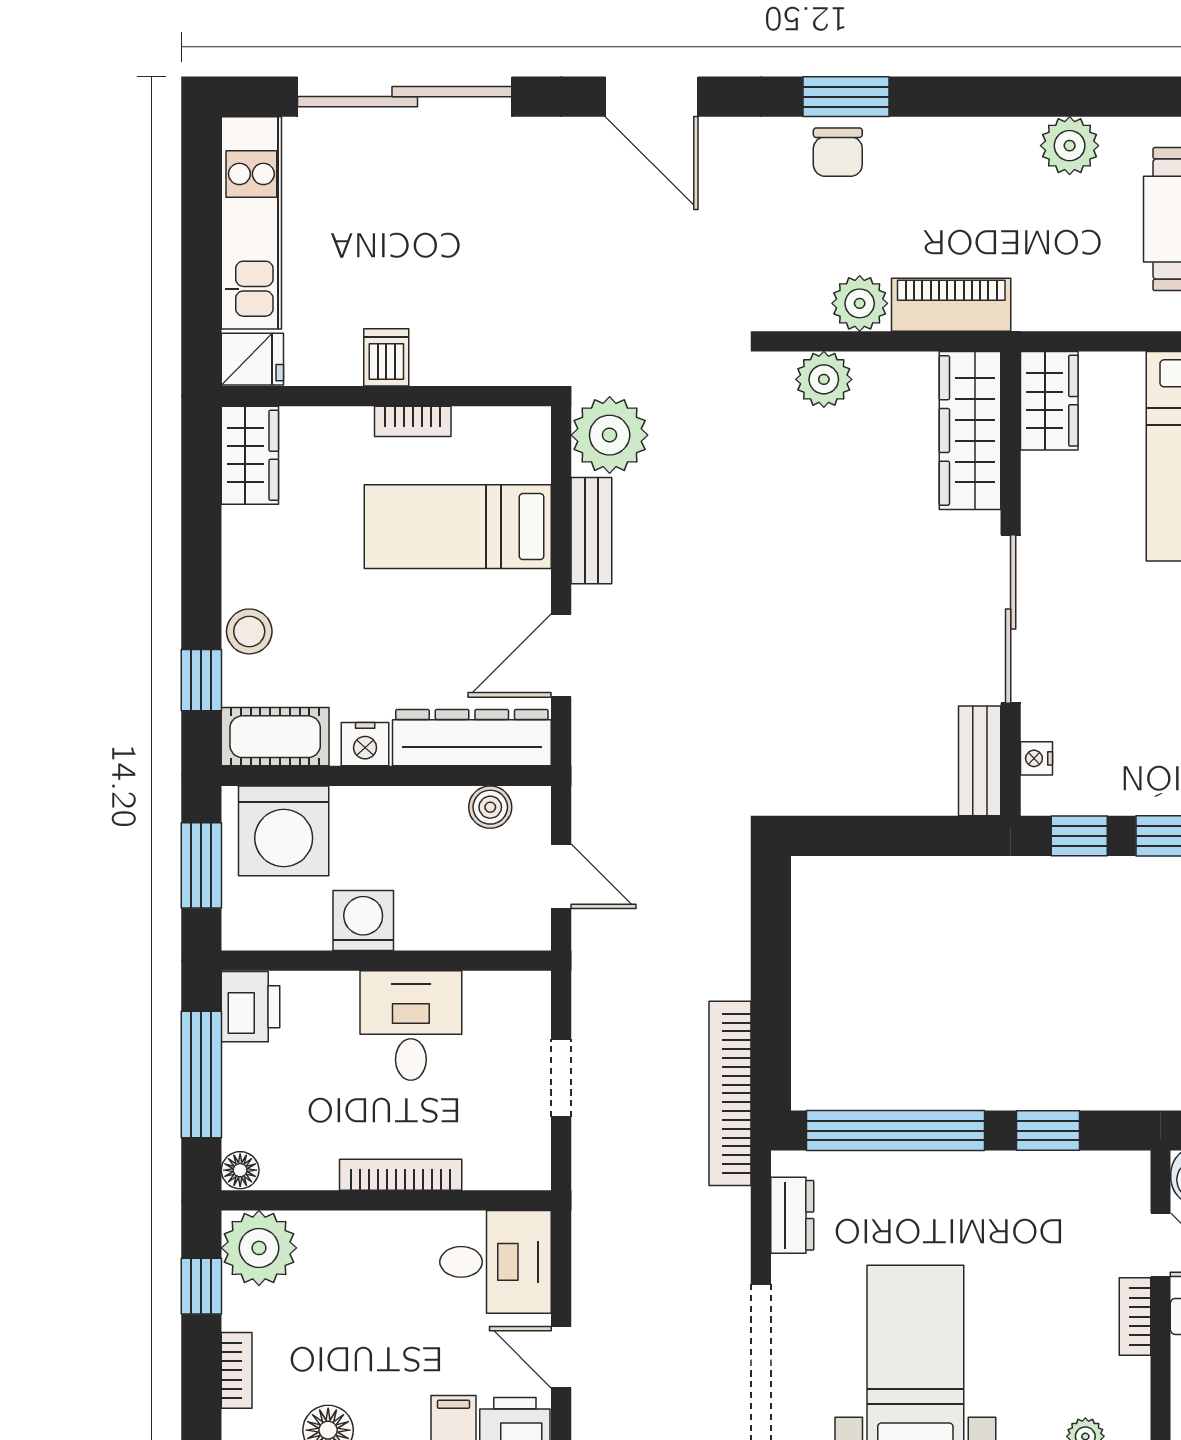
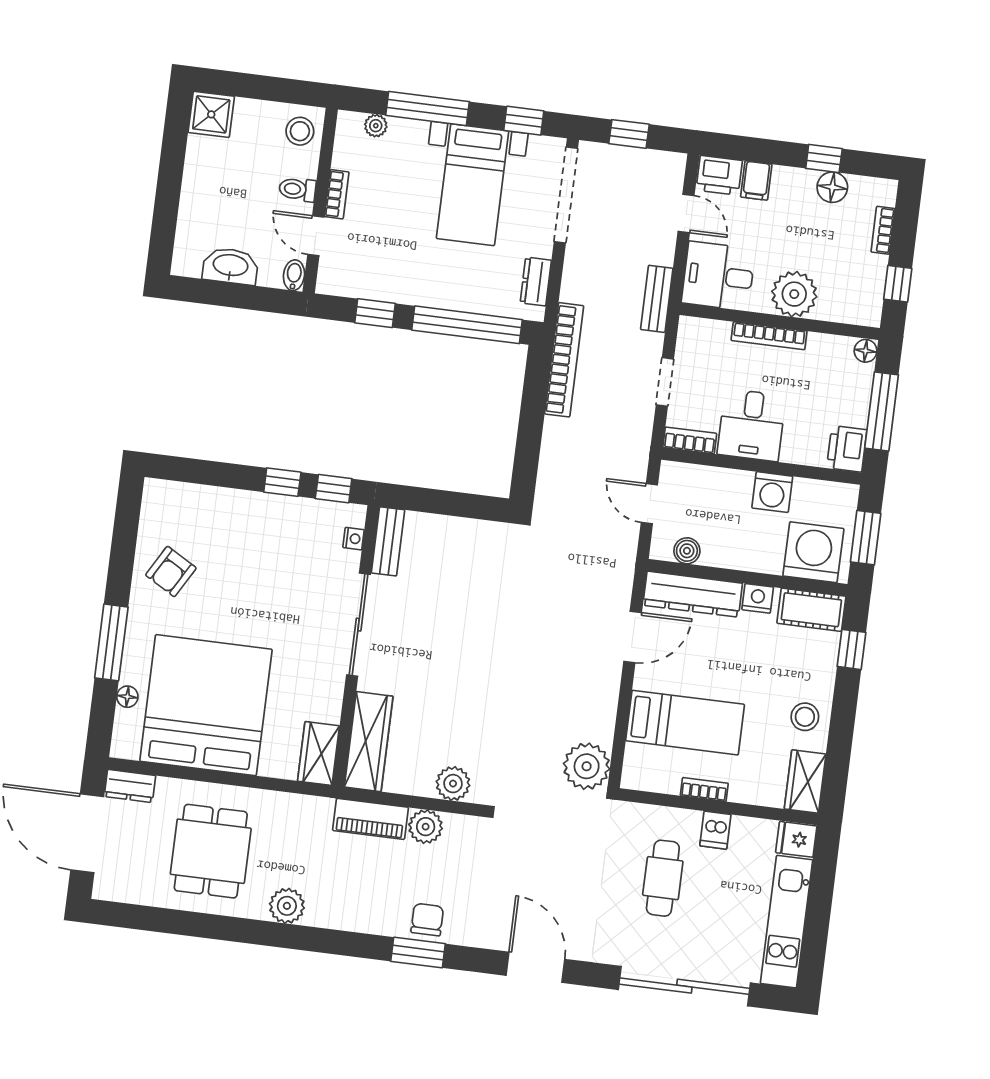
cafe table: (462, 268) -> (663, 878), added
bench: (591, 531) -> (657, 299), moved
stool: (249, 631) -> (805, 717), moved
bookcase: (508, 988) -> (690, 440), added
plant: (259, 1248) -> (794, 294), moved

